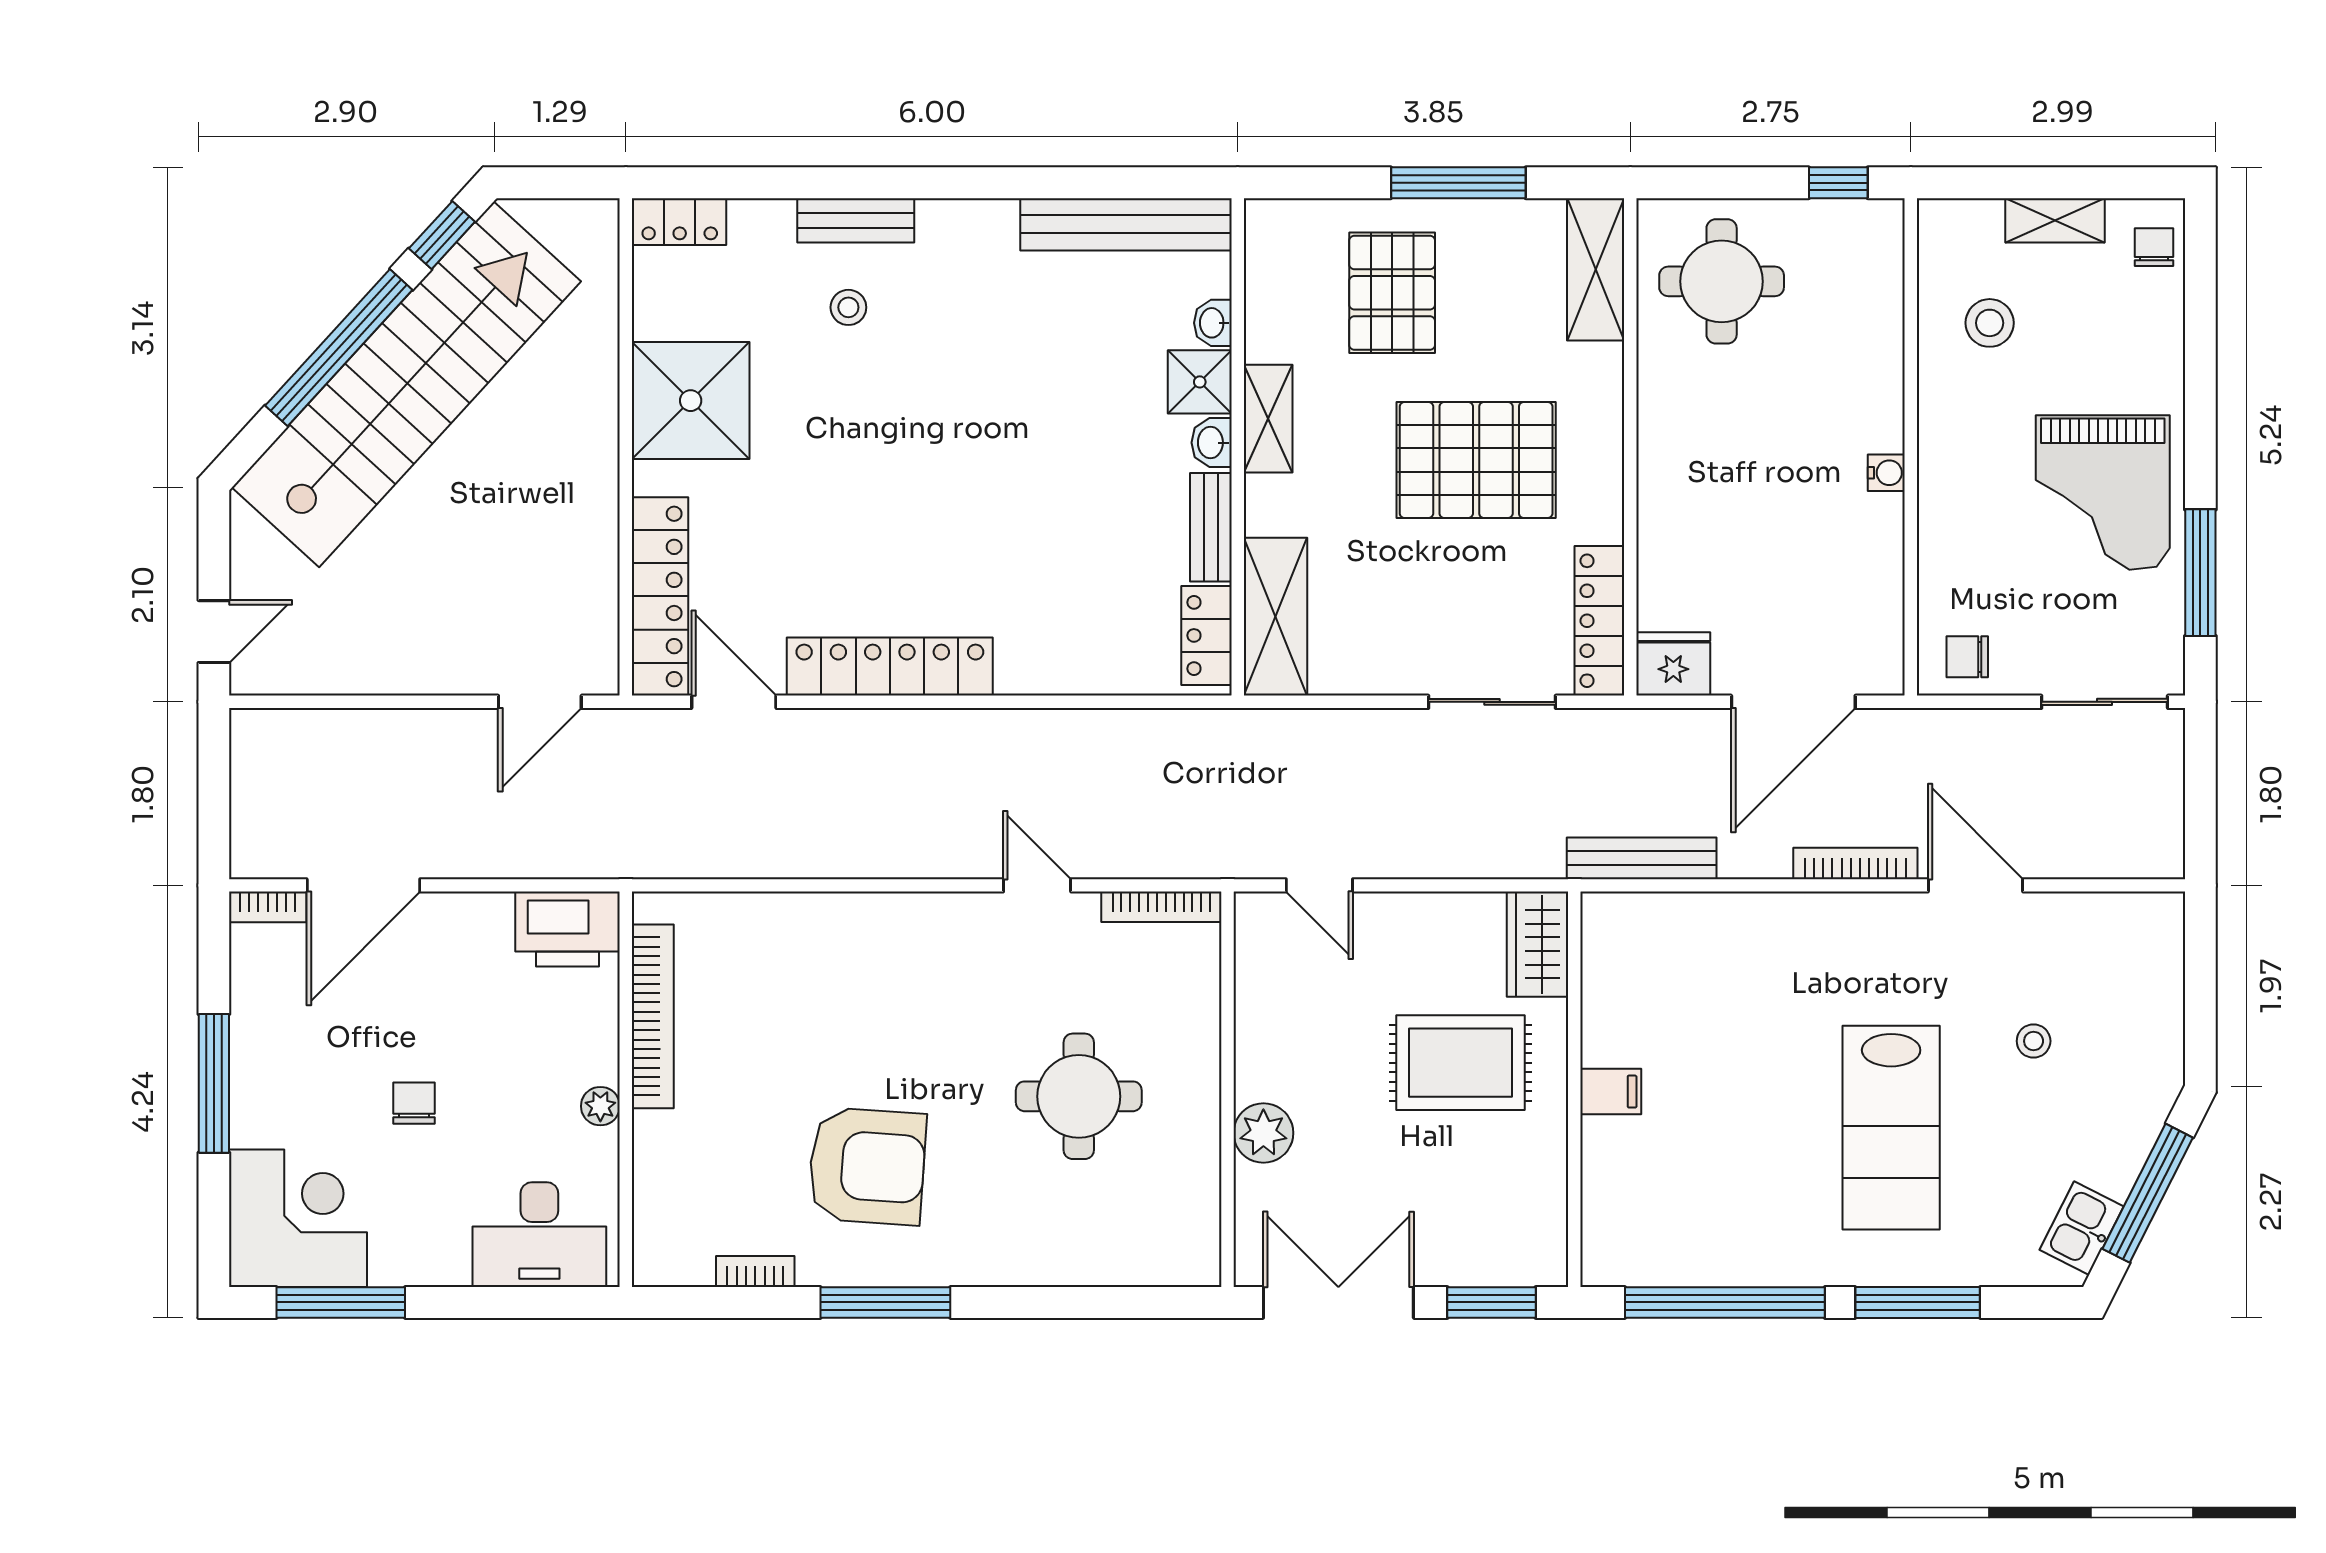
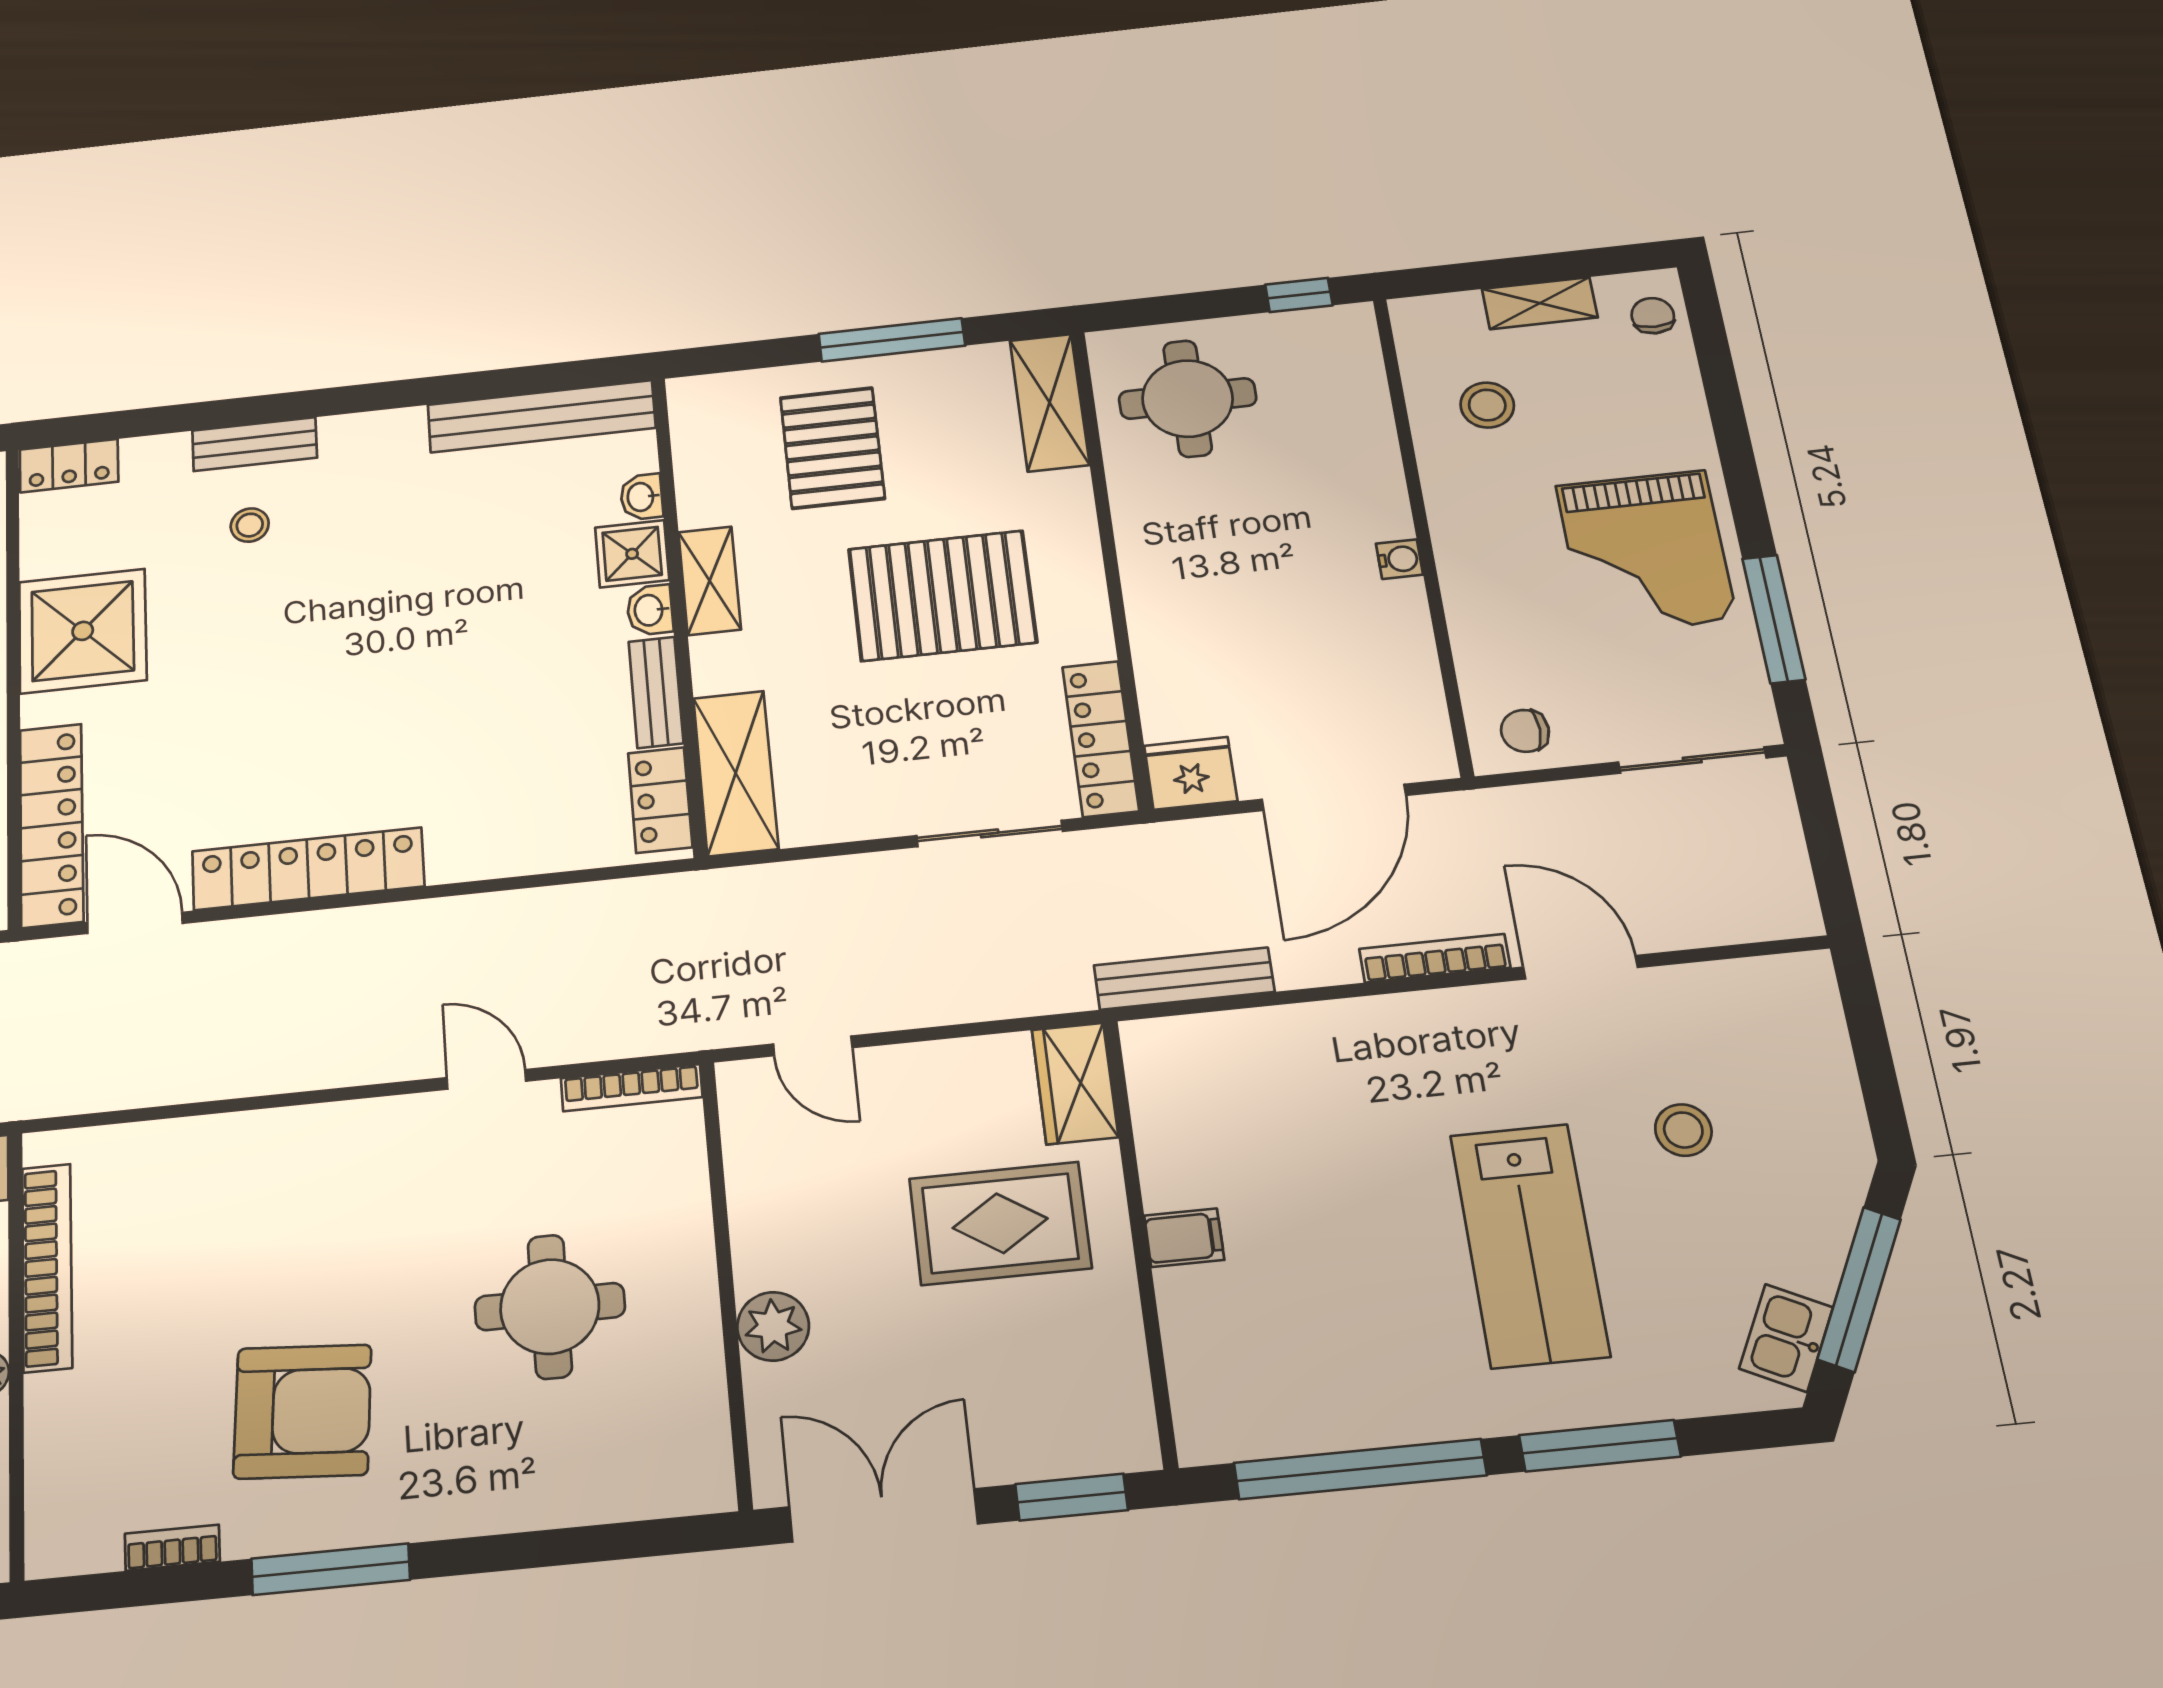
stool: (2034, 1041) -> (1683, 1130), width x1.37, depth x1.37

